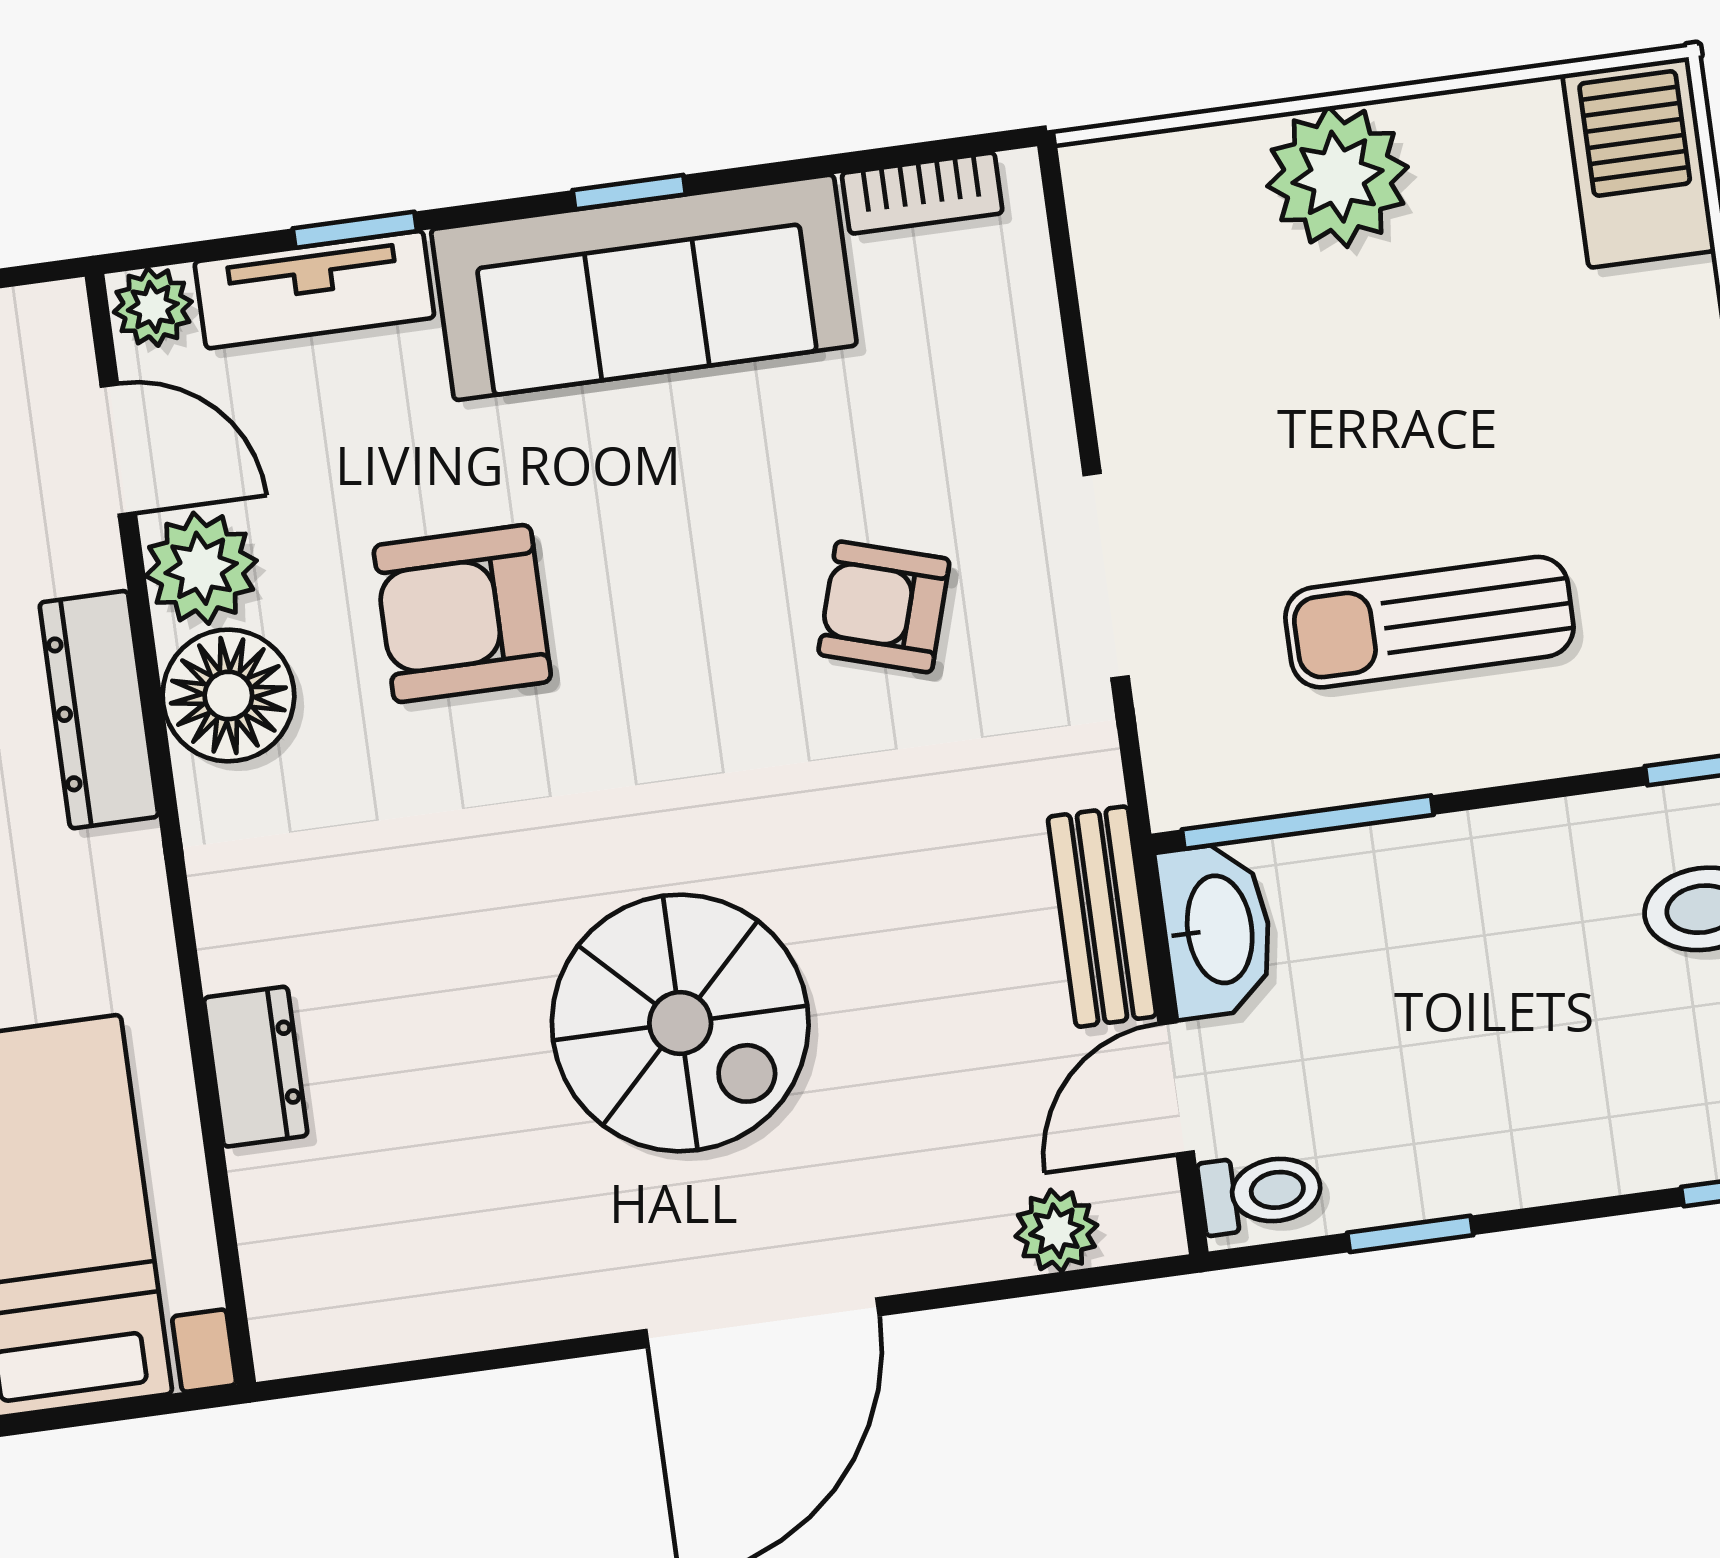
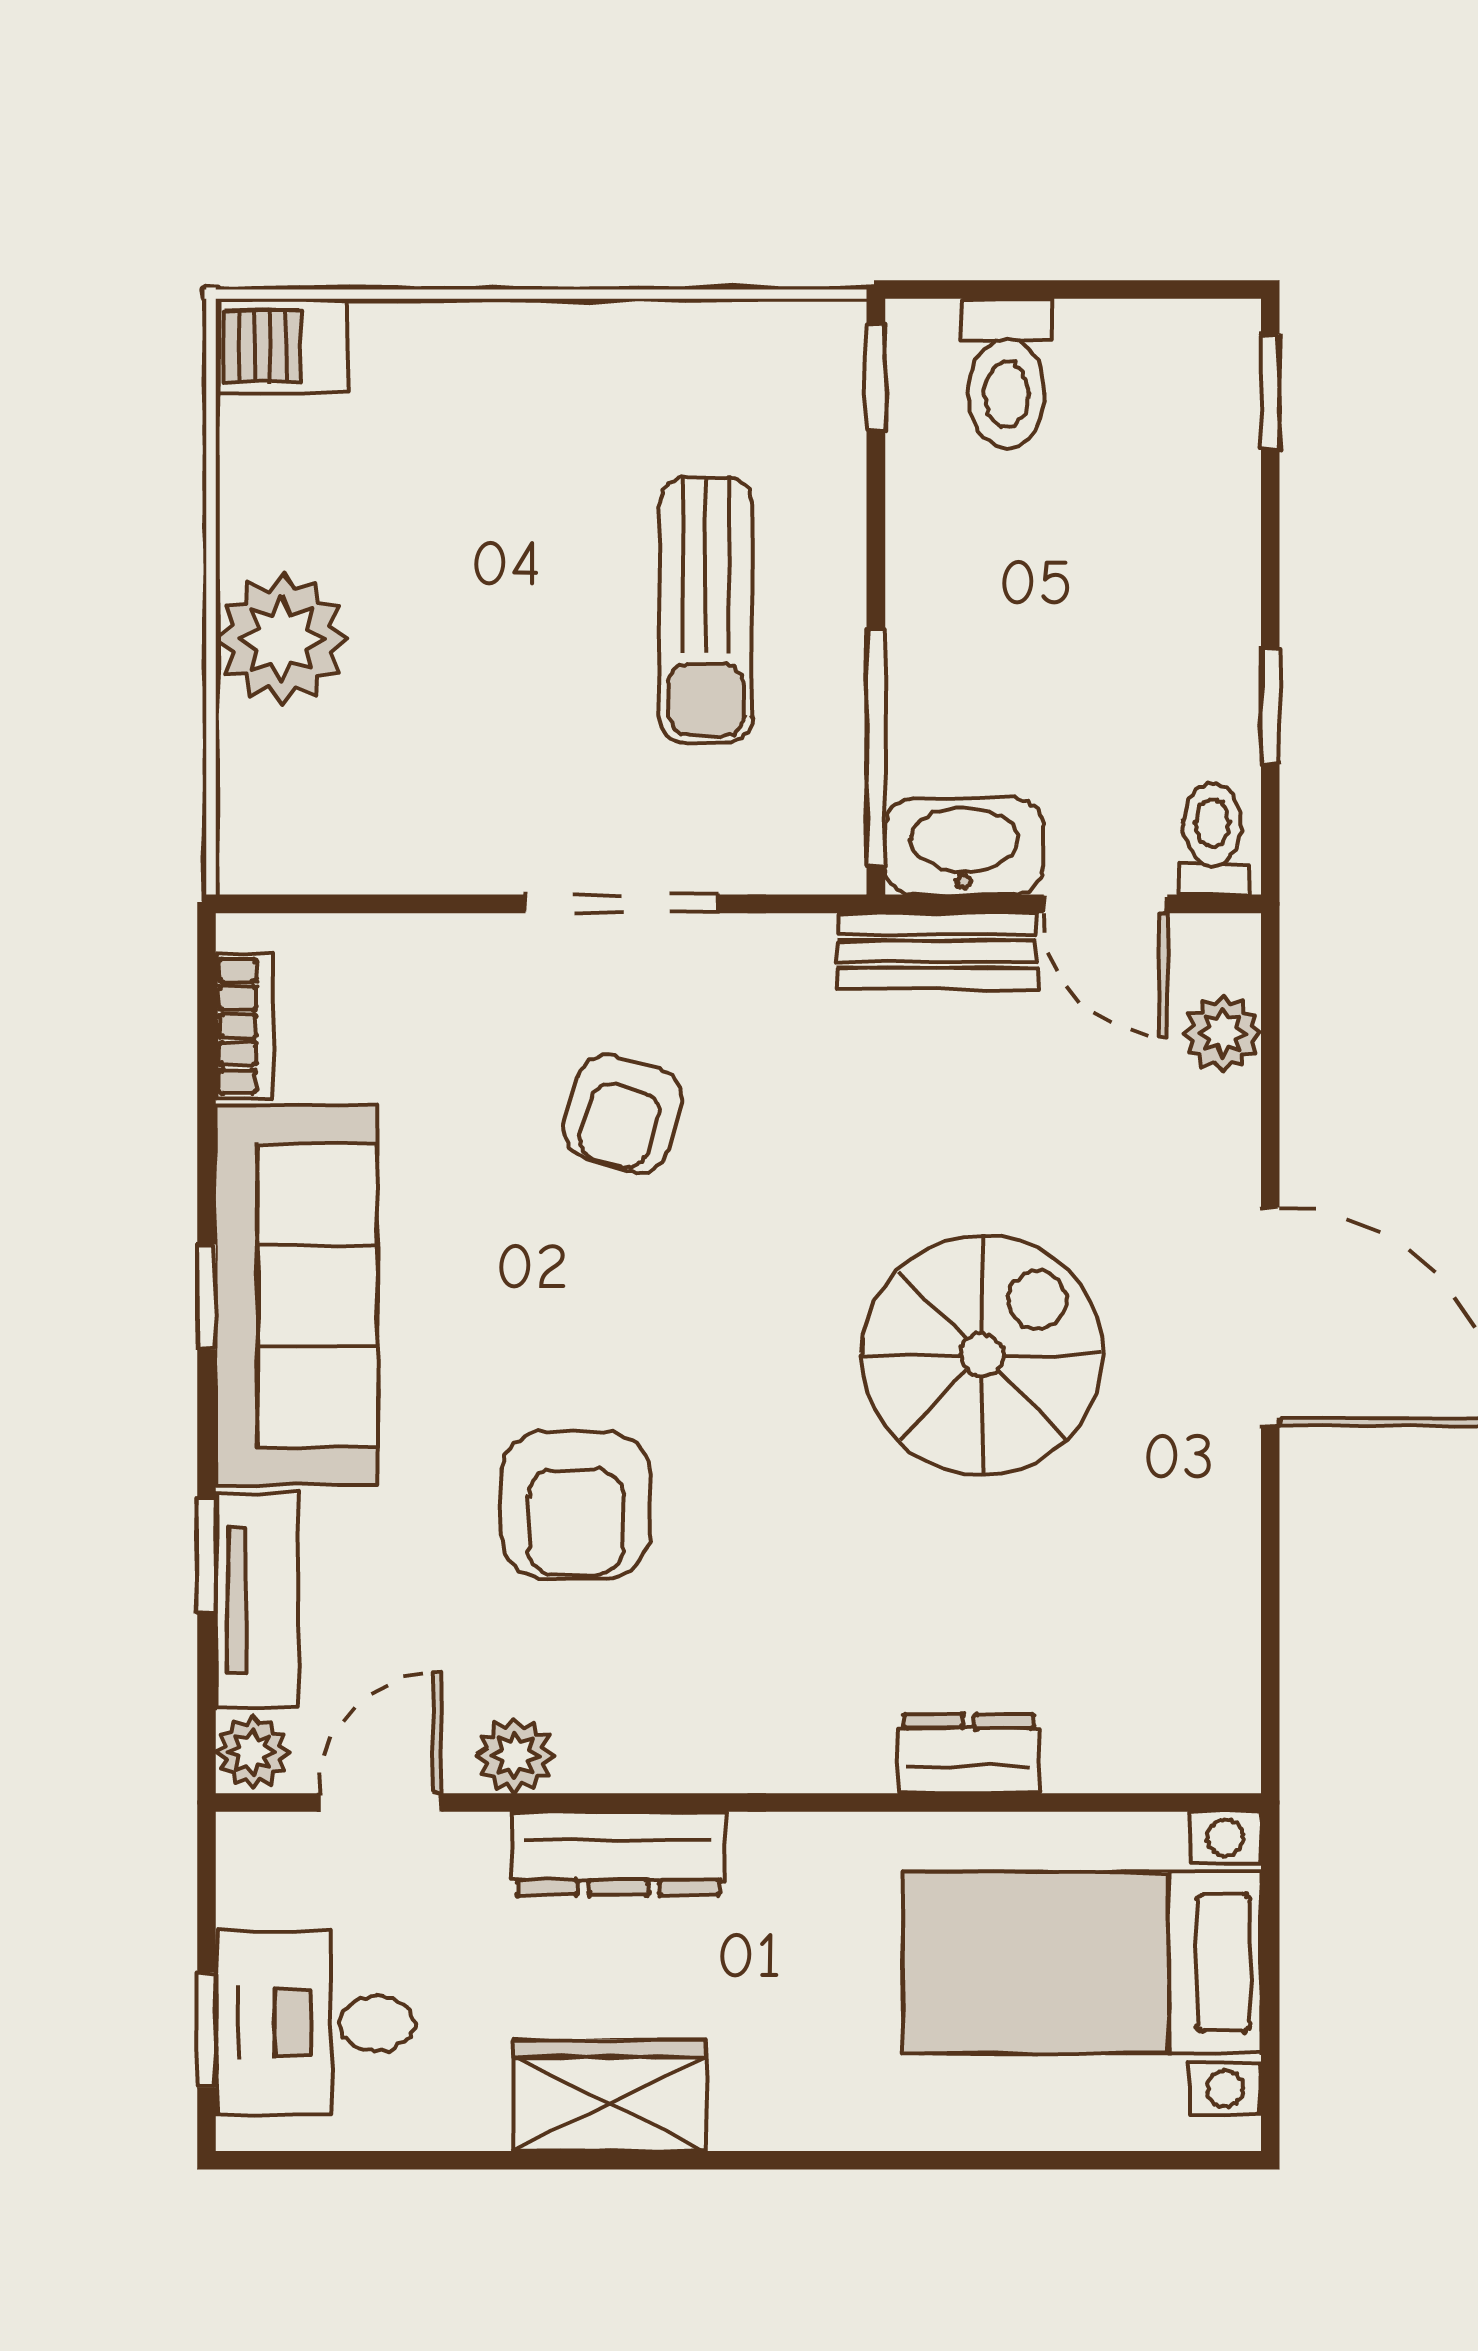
barbecue: (1639, 163) -> (282, 346), width x0.73, depth x0.79
plant: (201, 568) -> (515, 1755), width x0.73, depth x0.73
floor lamp: (228, 695) -> (622, 1732), removed

